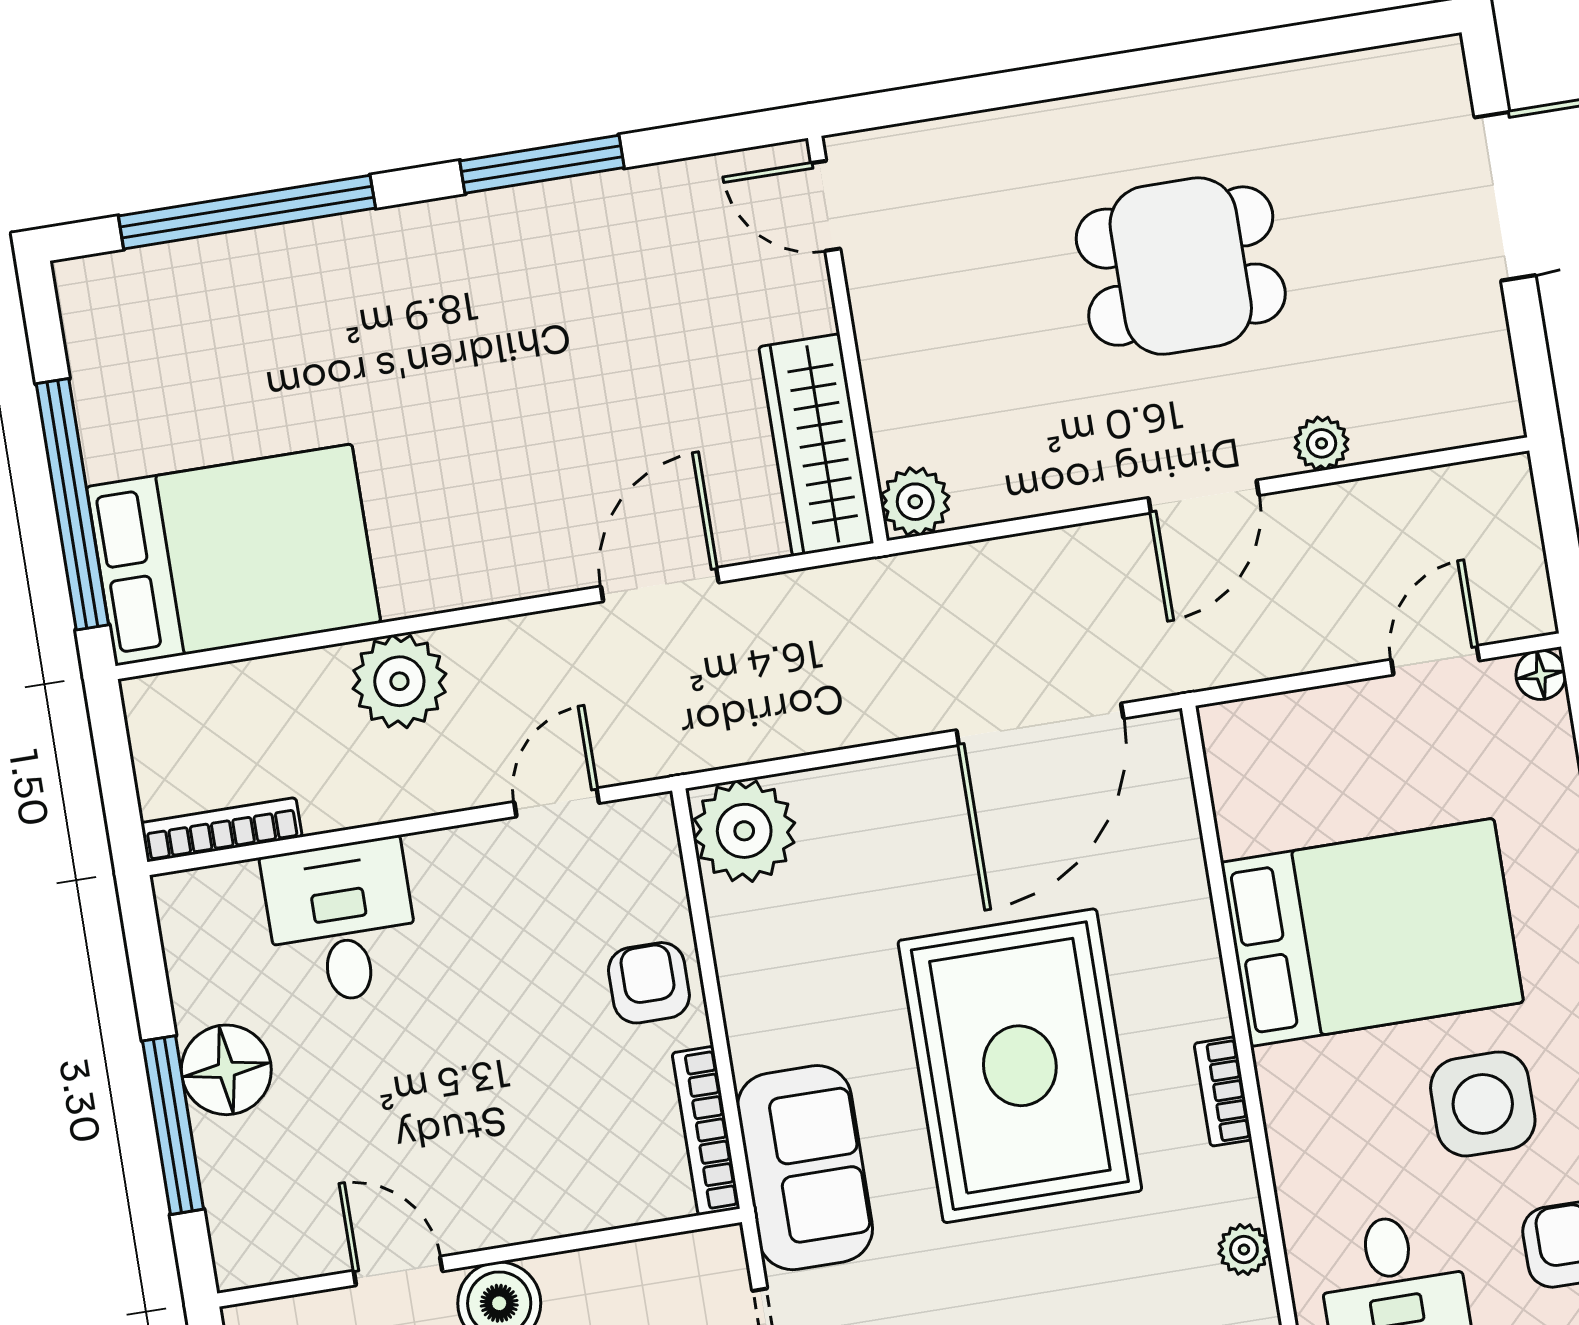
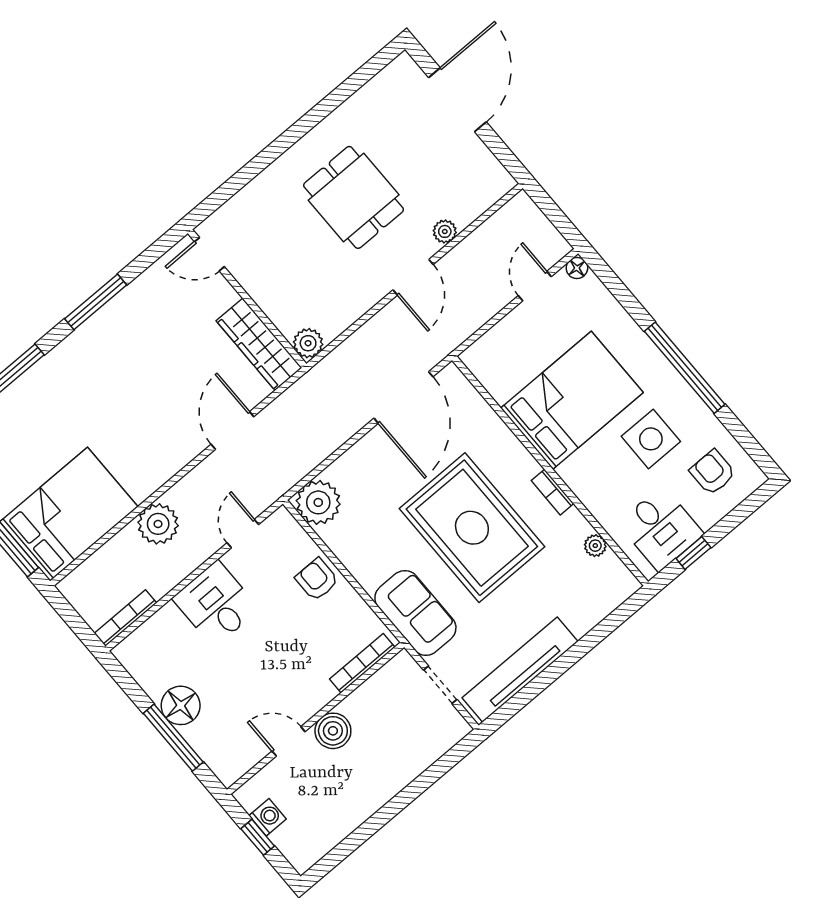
dining table: (1181, 266) -> (354, 197), turned 90
desk: (341, 922) -> (216, 604), moved
bookcase: (706, 1131) -> (362, 663), moved, turned 90

